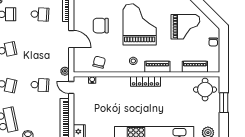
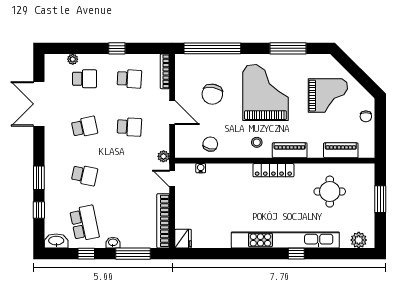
chair: (101, 26) -> (212, 94), turned -81
school desk: (40, 85) -> (129, 127), moved
round table: (205, 90) -> (330, 192), moved

